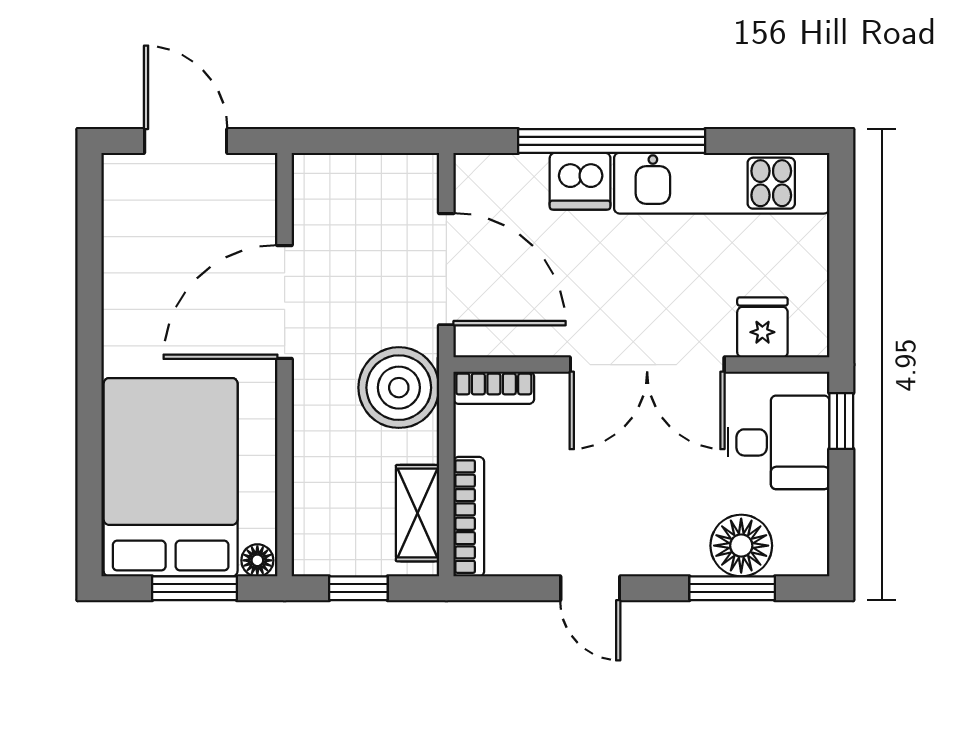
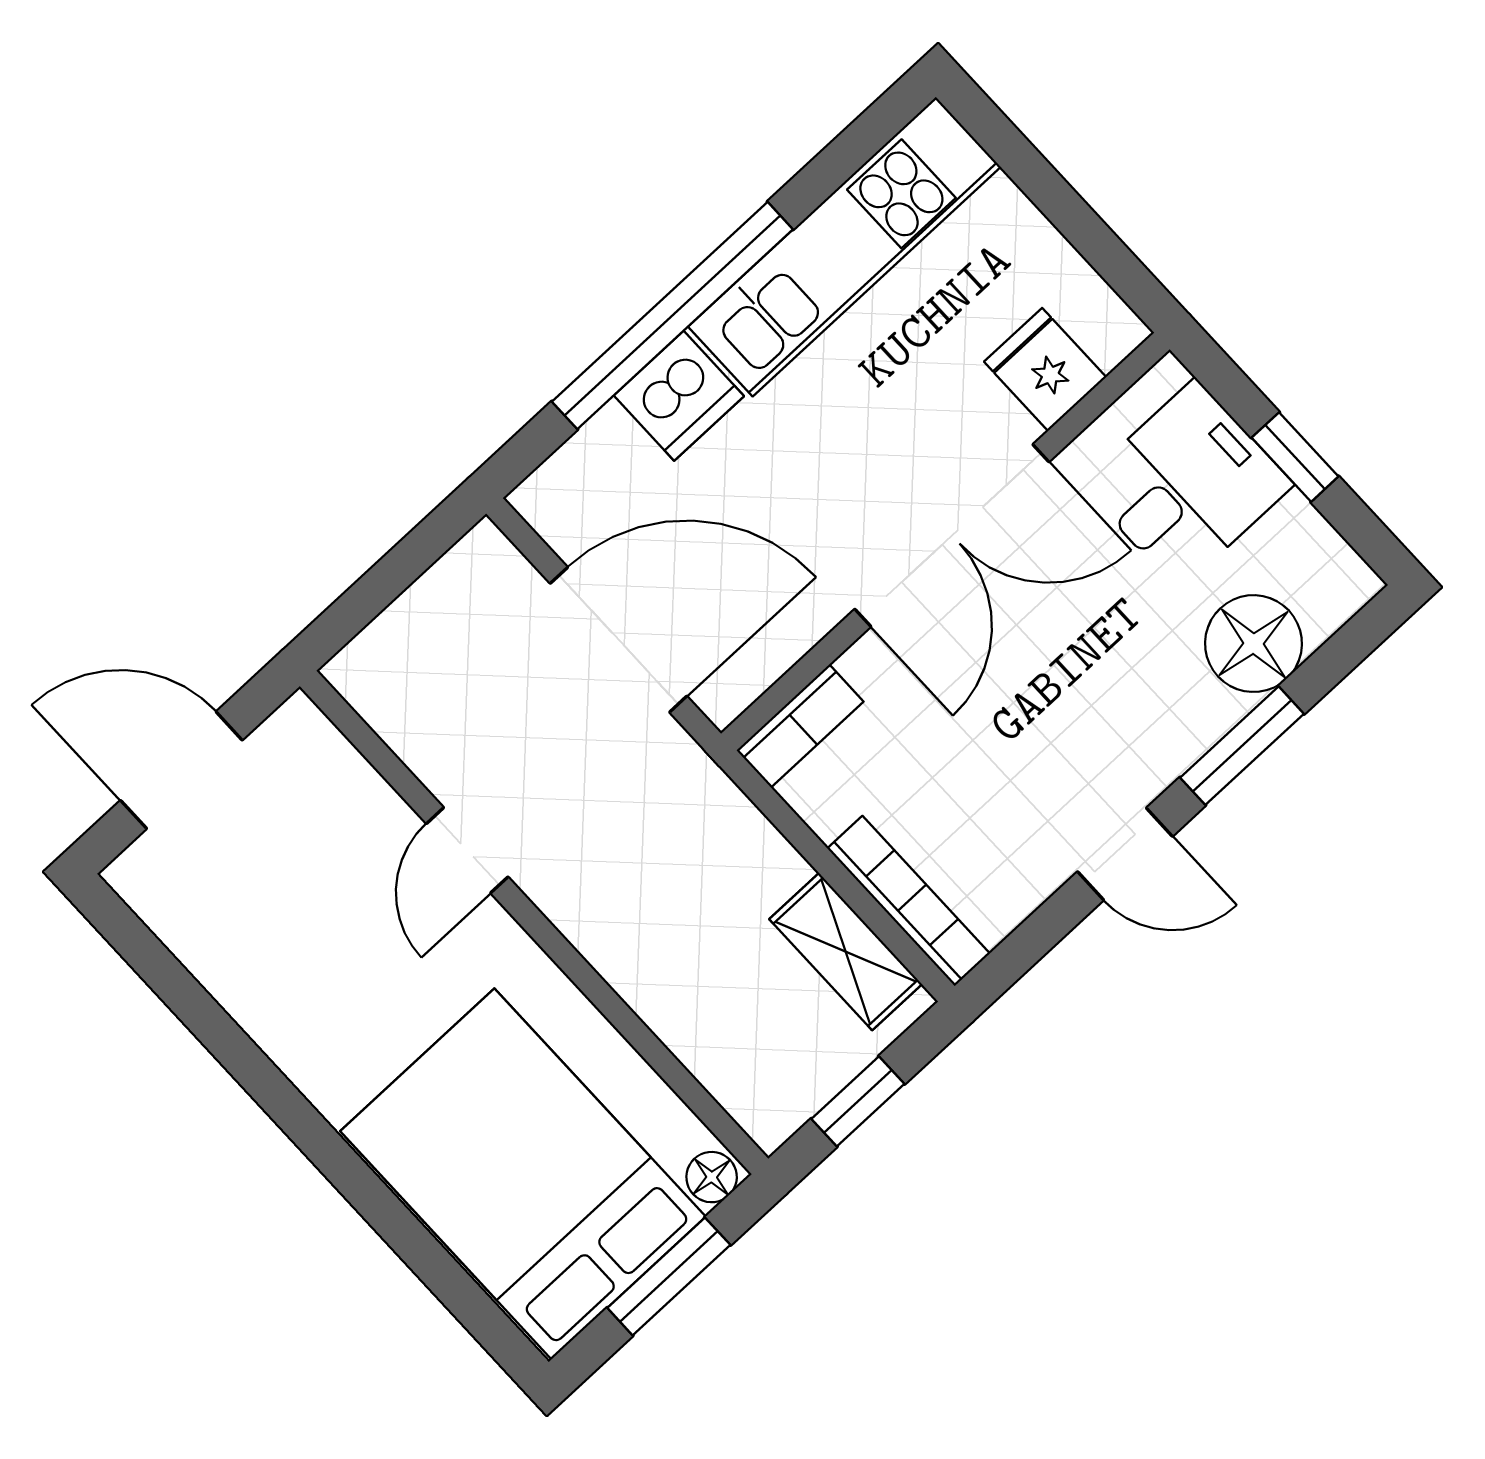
door: (285, 302) -> (467, 850), width x0.53
boiler: (399, 388) -> (690, 827), removed
window: (841, 421) -> (1295, 457), moved
window: (732, 588) -> (1242, 746), moved

